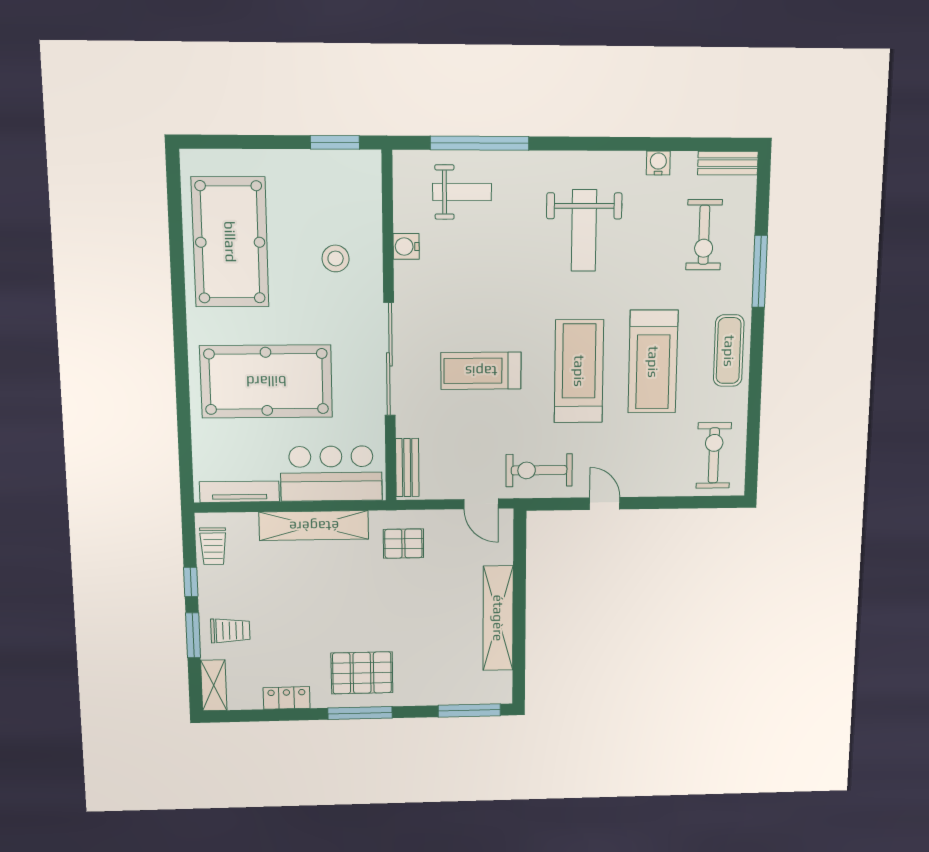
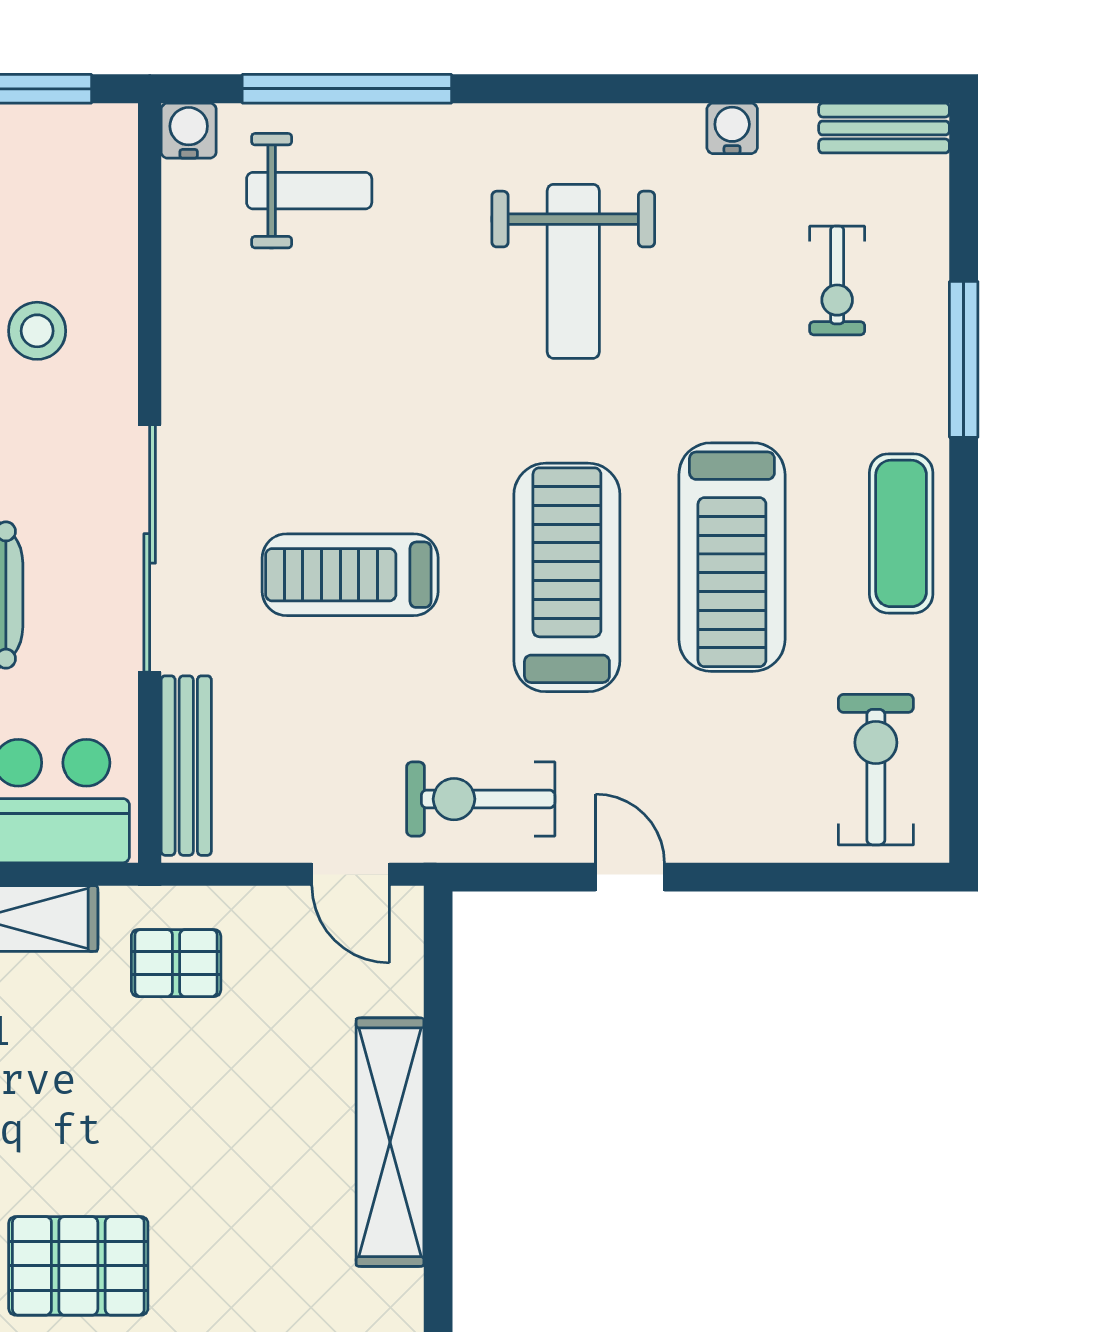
exercise bike: (704, 235) -> (837, 280), width x0.73, depth x0.72
water cooler: (406, 247) -> (189, 131), moved, turned 90
bench: (407, 468) -> (186, 766), width x1.36

